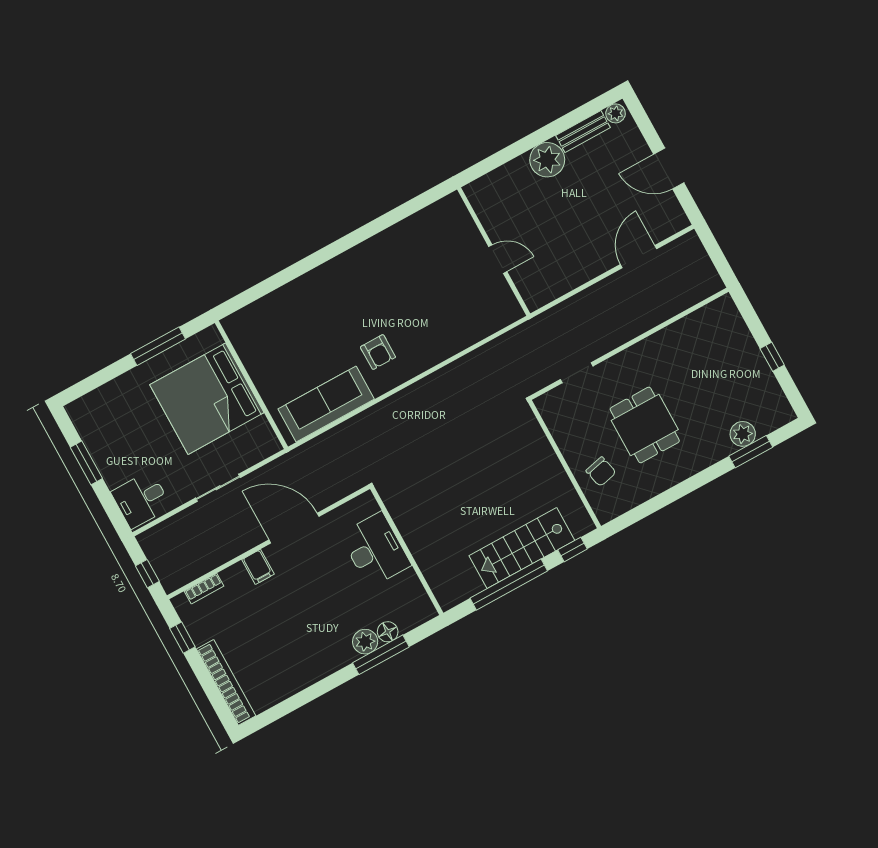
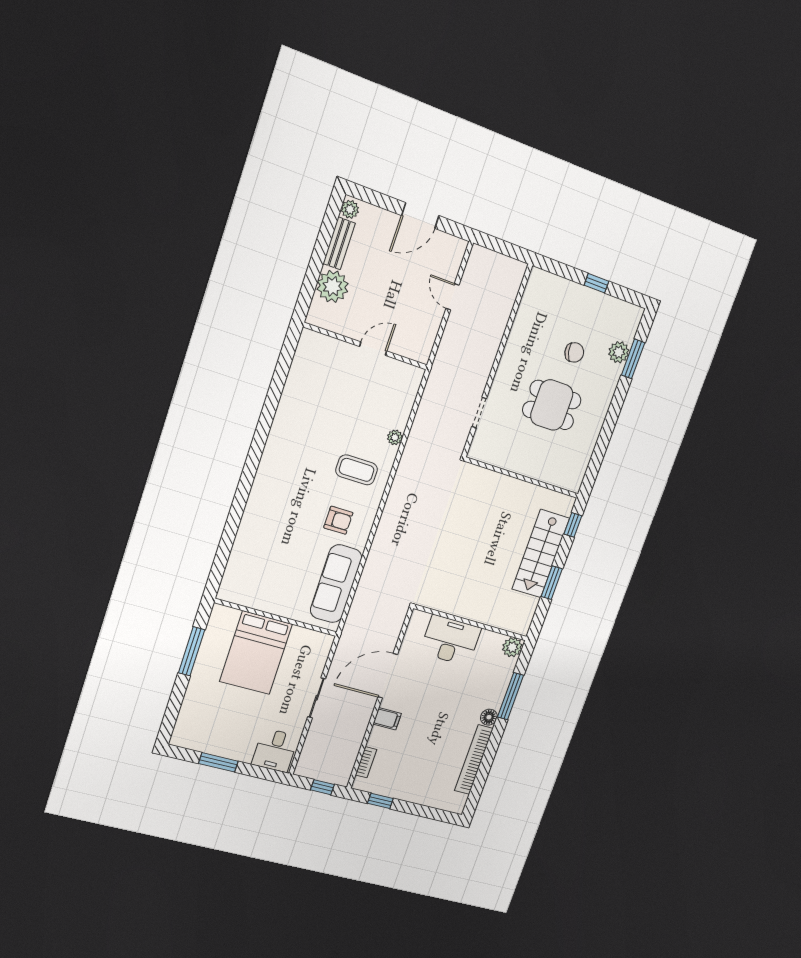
wall: (494, 252) -> (366, 346), moved
door: (639, 257) -> (453, 297), width x0.73
door: (498, 259) -> (373, 349), moved
coffee table: (431, 324) -> (357, 470), added
plant: (487, 327) -> (395, 437), added
bed: (207, 399) -> (256, 653), width x0.73
chair: (601, 472) -> (574, 352), moved
window: (509, 585) -> (552, 583), width x0.47
floor lamp: (388, 632) -> (489, 717), moved
plant: (365, 642) -> (512, 647), moved
bookcase: (226, 682) -> (474, 760), moved, turned -90

